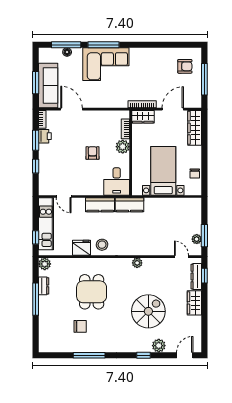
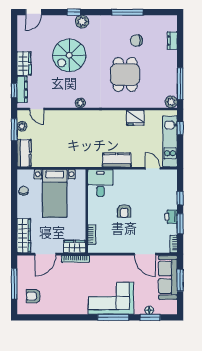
window: (66, 45) -> (150, 317), width x0.69
printer: (45, 136) -> (171, 217), moved
plant: (123, 147) -> (95, 217), removed
kitchen counter: (130, 205) -> (24, 153), moved, turned 90
stool: (102, 245) -> (115, 121), removed
dresser: (44, 286) -> (172, 41), moved
window: (36, 299) -> (180, 84), moved
plant: (159, 346) -> (82, 22), moved

